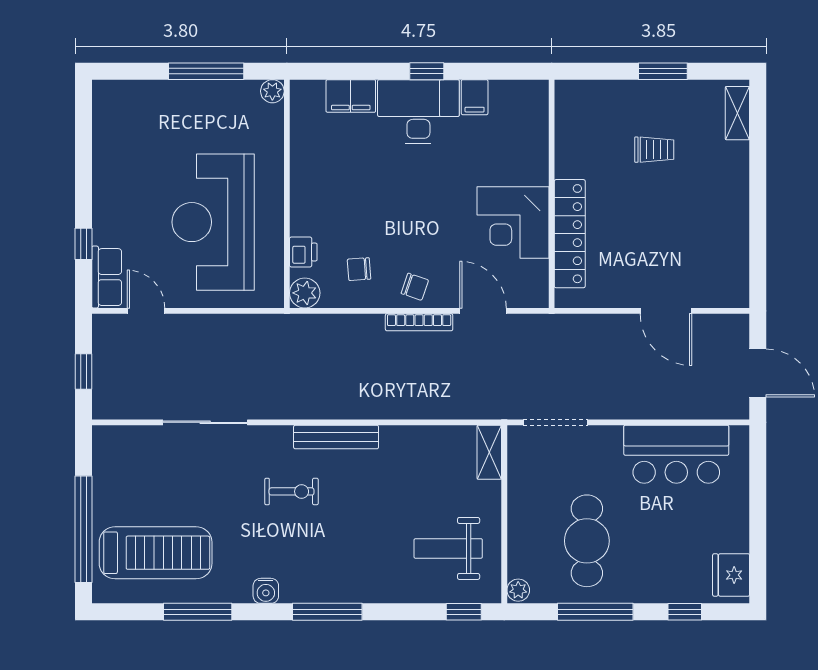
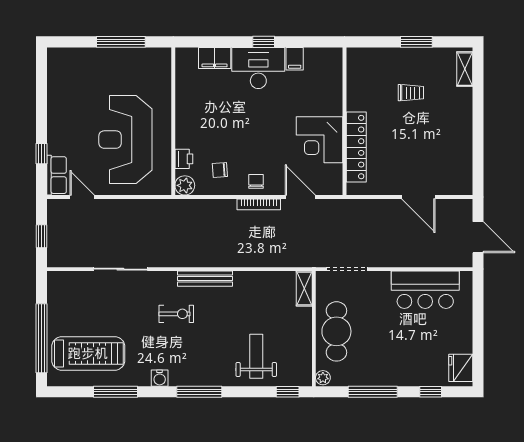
plant: (272, 91) -> (164, 55), removed
chair: (415, 287) -> (256, 181), turned -109
cafe table: (587, 541) -> (336, 331), moved
weight bench: (448, 548) -> (256, 356), moved, turned 90

